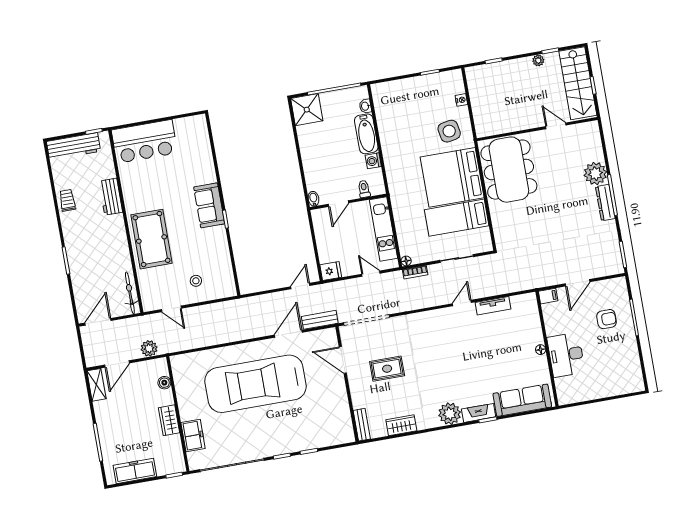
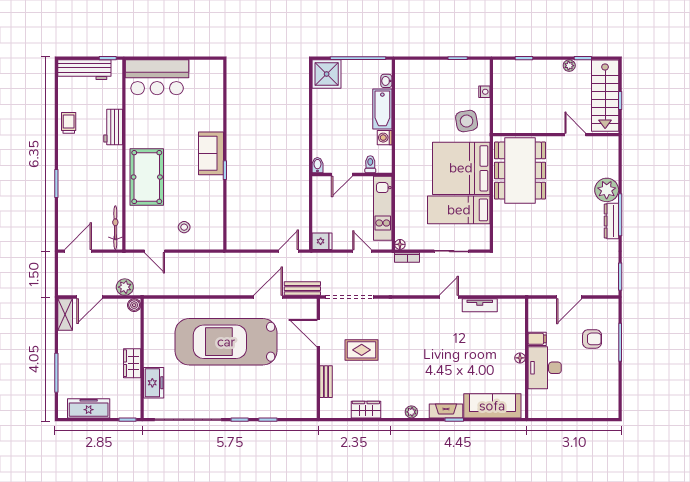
filing cabinet: (548, 296) -> (537, 339), moved
boiler: (164, 383) -> (134, 305), moved
plant: (450, 414) -> (411, 412), width x0.53, depth x0.53
bench: (362, 425) -> (326, 382), moved

